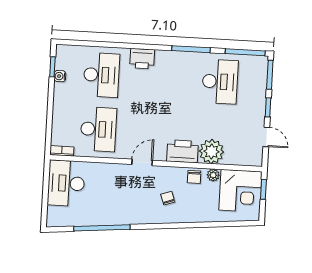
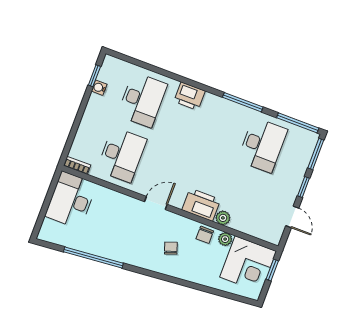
plant: (212, 152) -> (223, 218), width x0.53, depth x0.53

